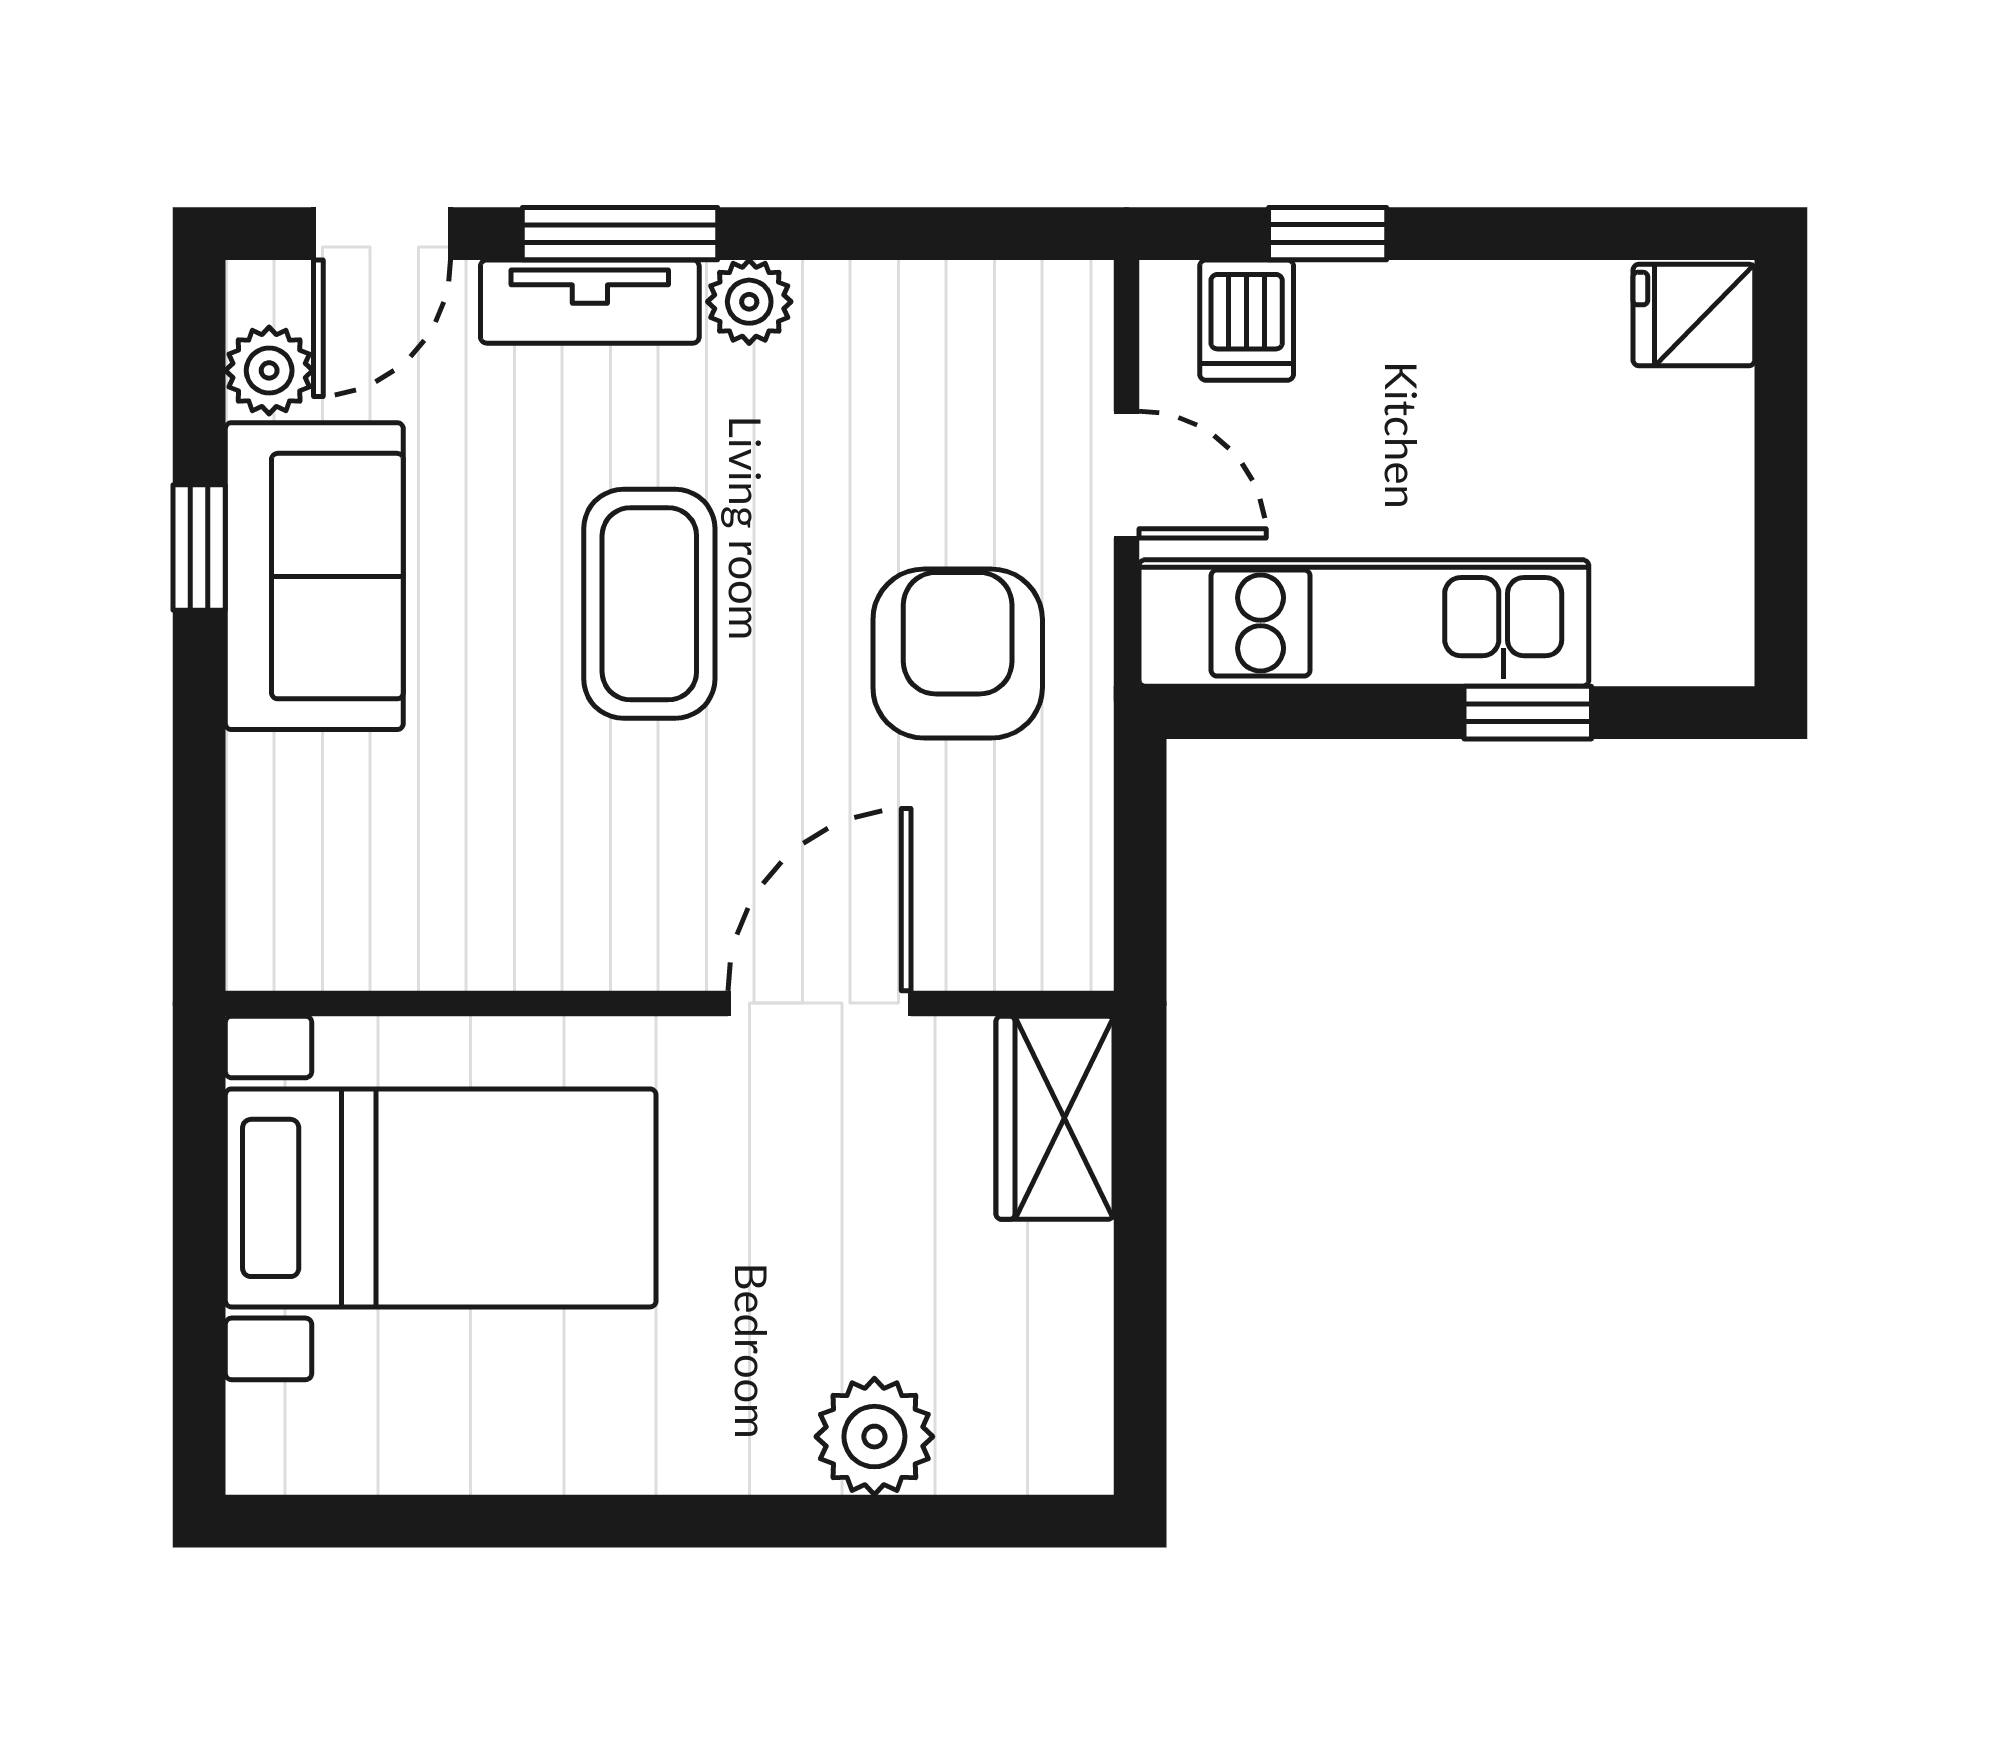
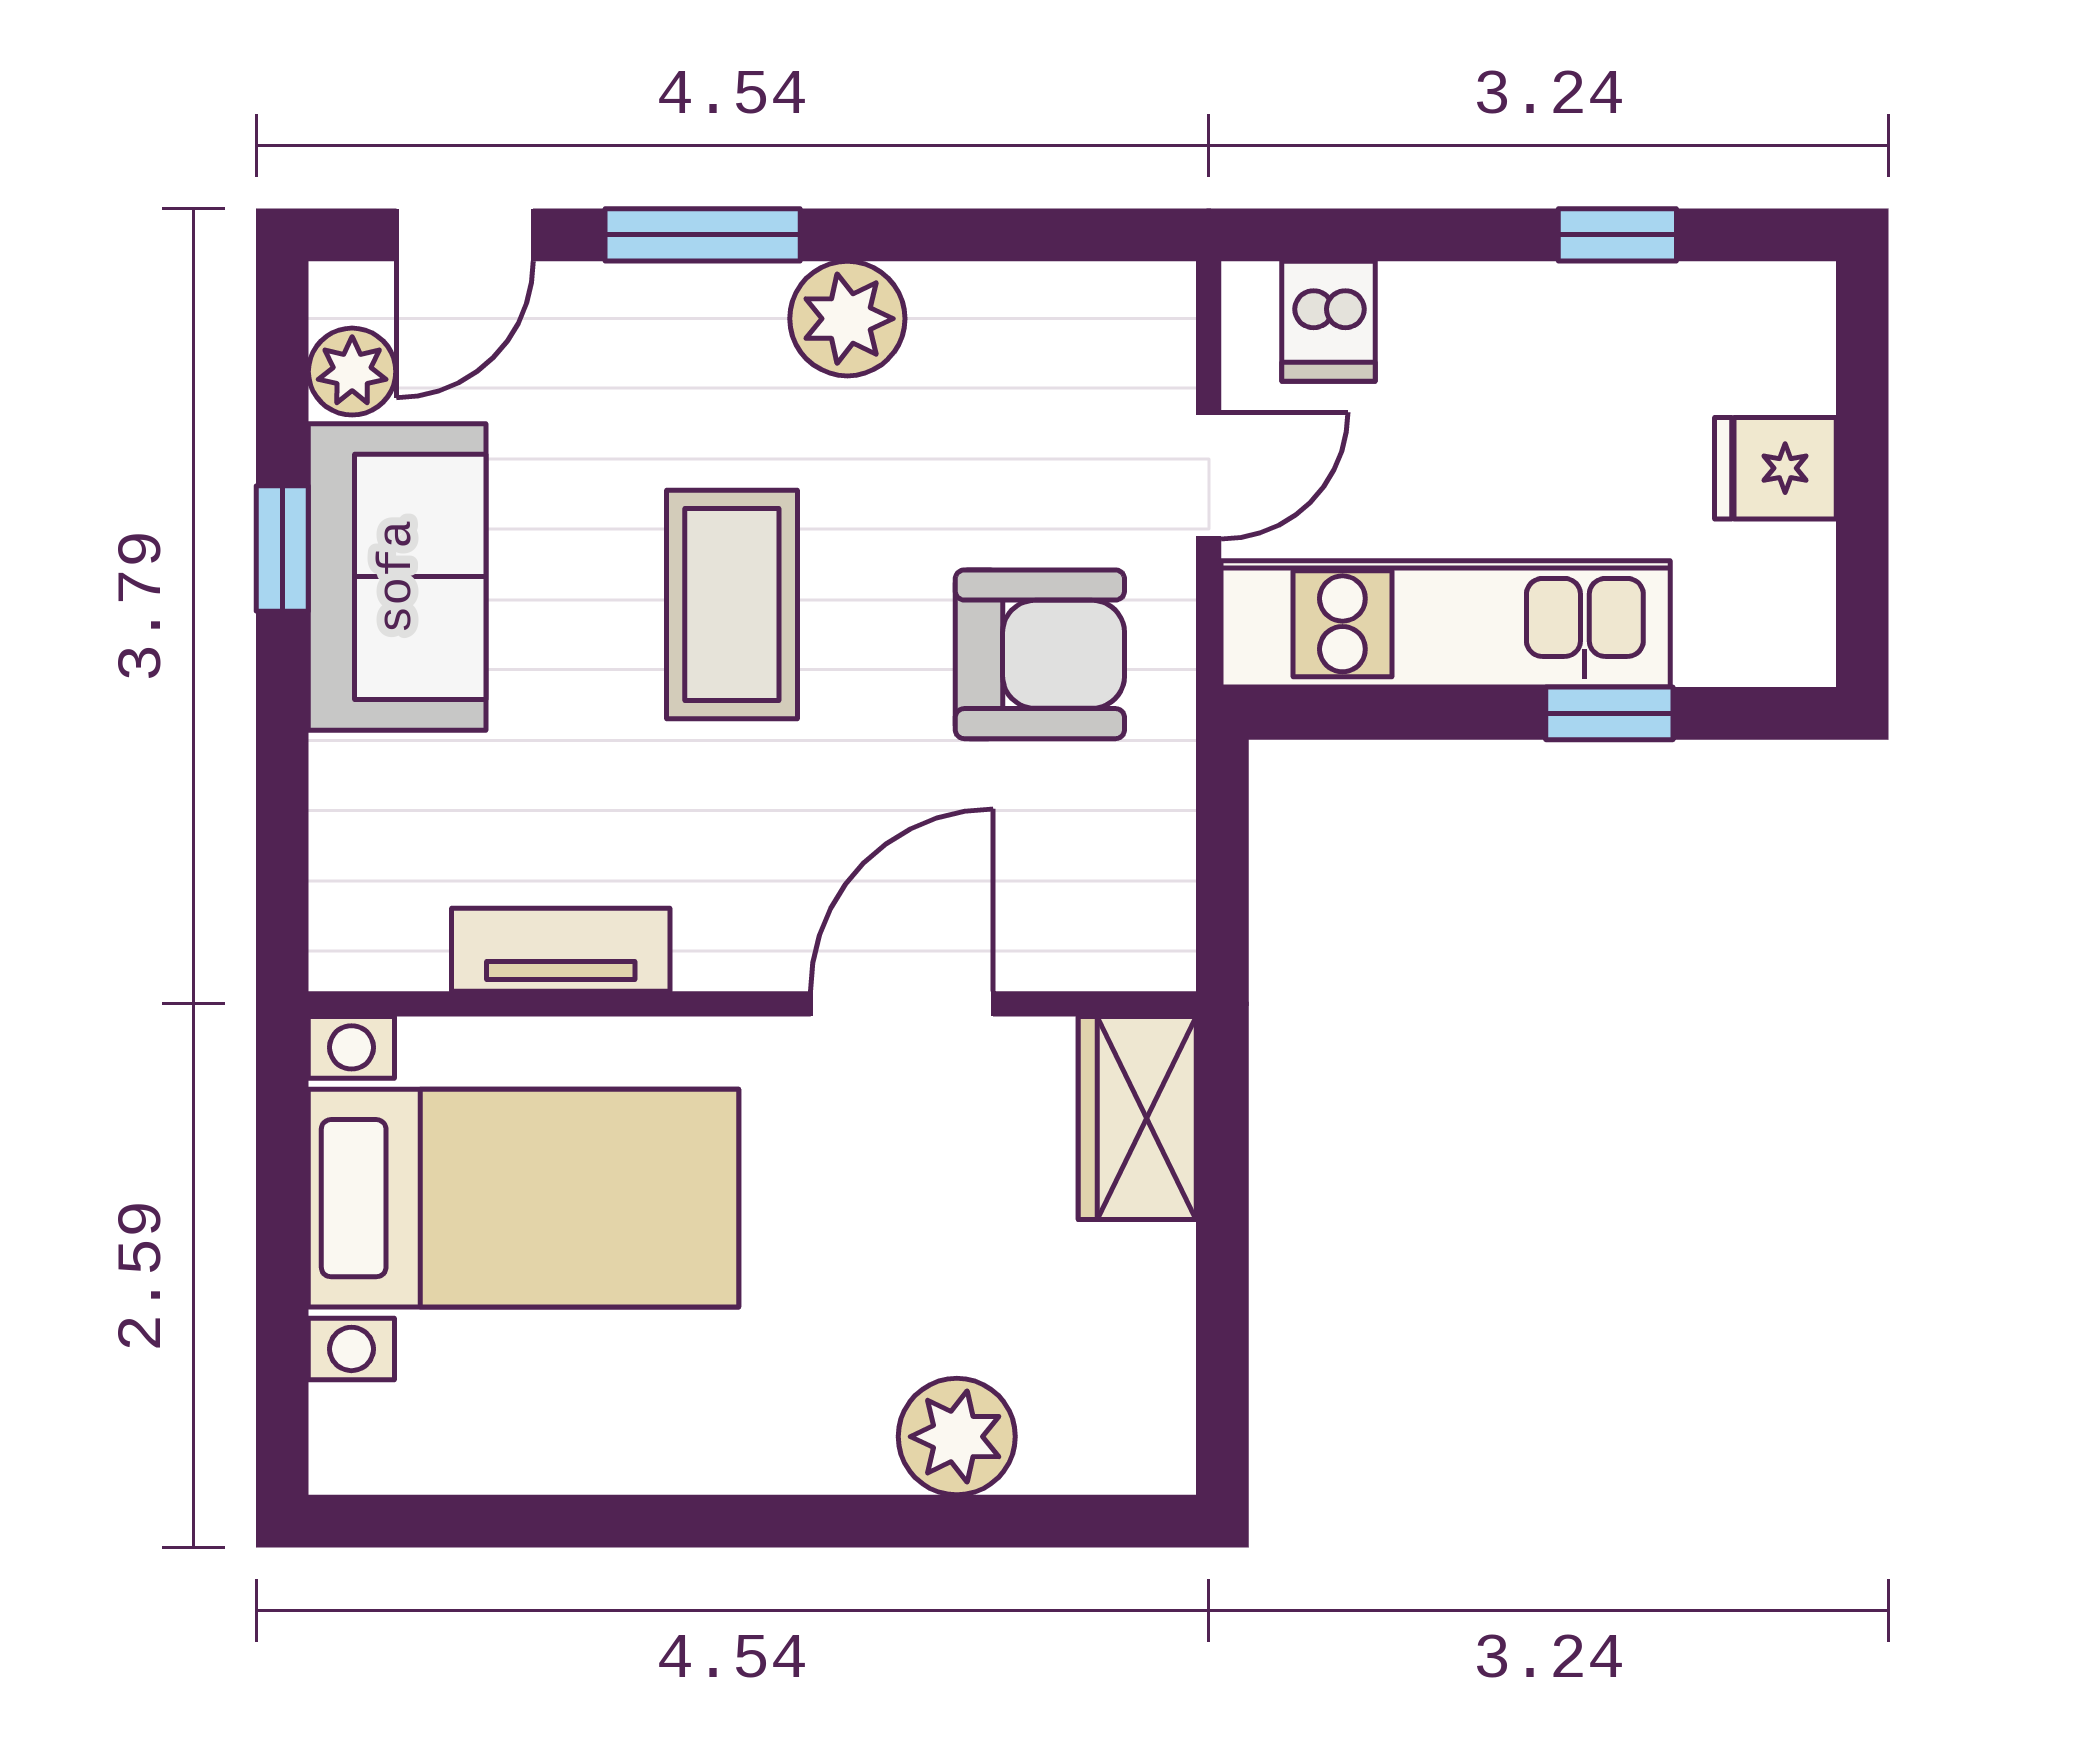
window: (1328, 234) -> (1617, 235), moved
tv unit: (590, 302) -> (561, 950), moved, turned 180
plant: (749, 302) -> (847, 319), width x1.38, depth x1.38
fridge: (1694, 315) -> (1775, 468), moved
door: (1127, 475) -> (1209, 476), hinge flipped
armchair: (958, 654) -> (1040, 654), turned 90

